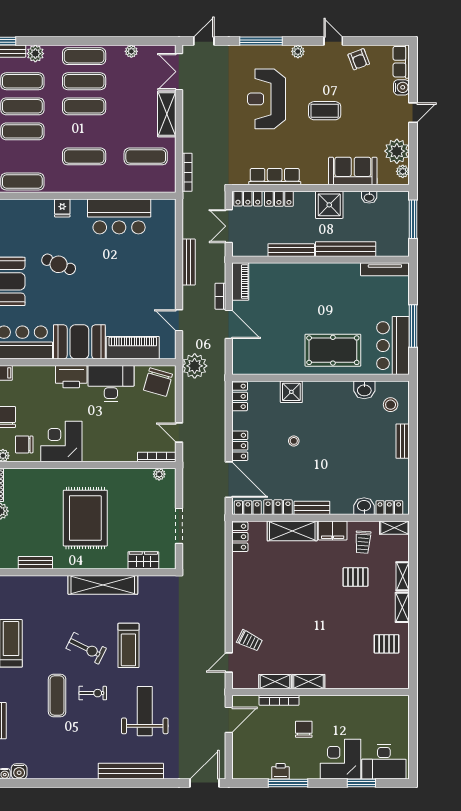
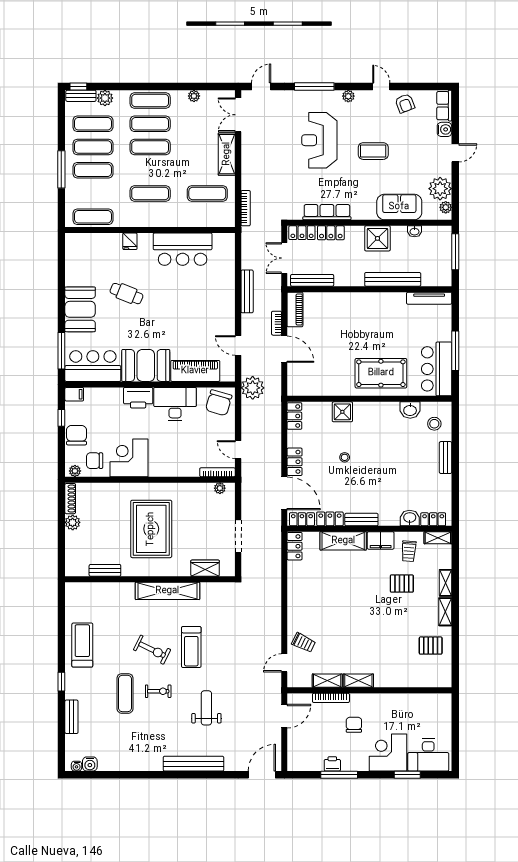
bench: (291, 250) -> (312, 280), moved
weight bench: (145, 711) -> (206, 708), width x0.73, depth x0.75

